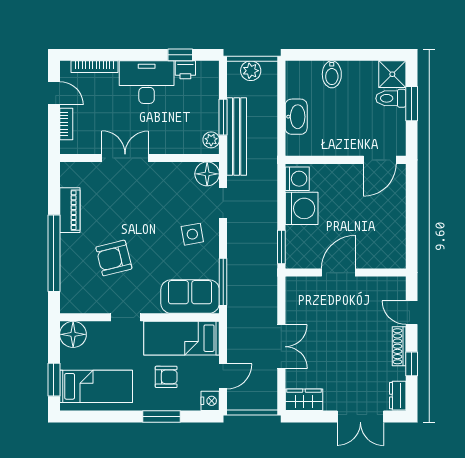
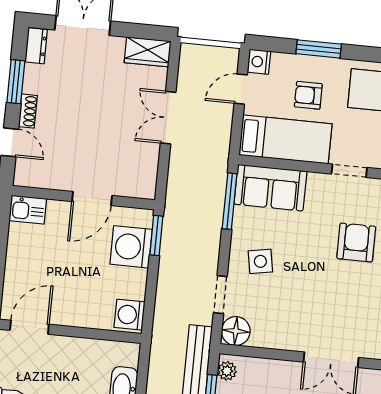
washing machine: (302, 208) -> (131, 247), moved
armchair: (114, 258) -> (356, 242), turned -76
kitchen sink: (391, 258) -> (28, 210), added
shoe rack: (399, 346) -> (28, 111), width x0.70
window: (412, 364) -> (16, 82), width x1.50

